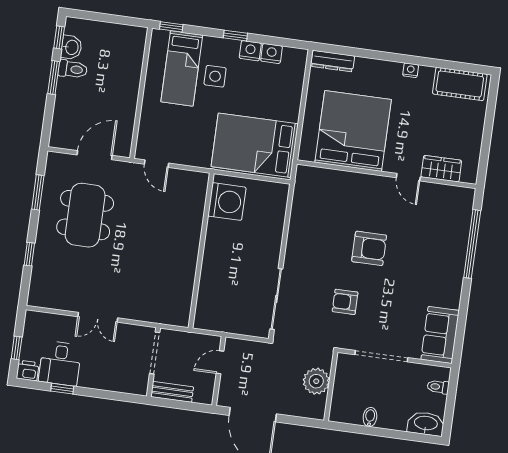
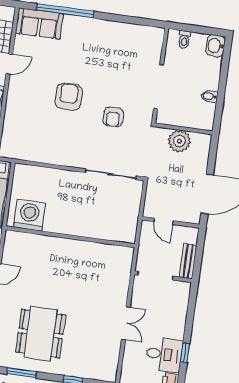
dining table: (85, 215) -> (40, 334), turned 90
sofa: (440, 335) -> (39, 24), moved
washbasin: (426, 424) -> (215, 46), width x0.72

